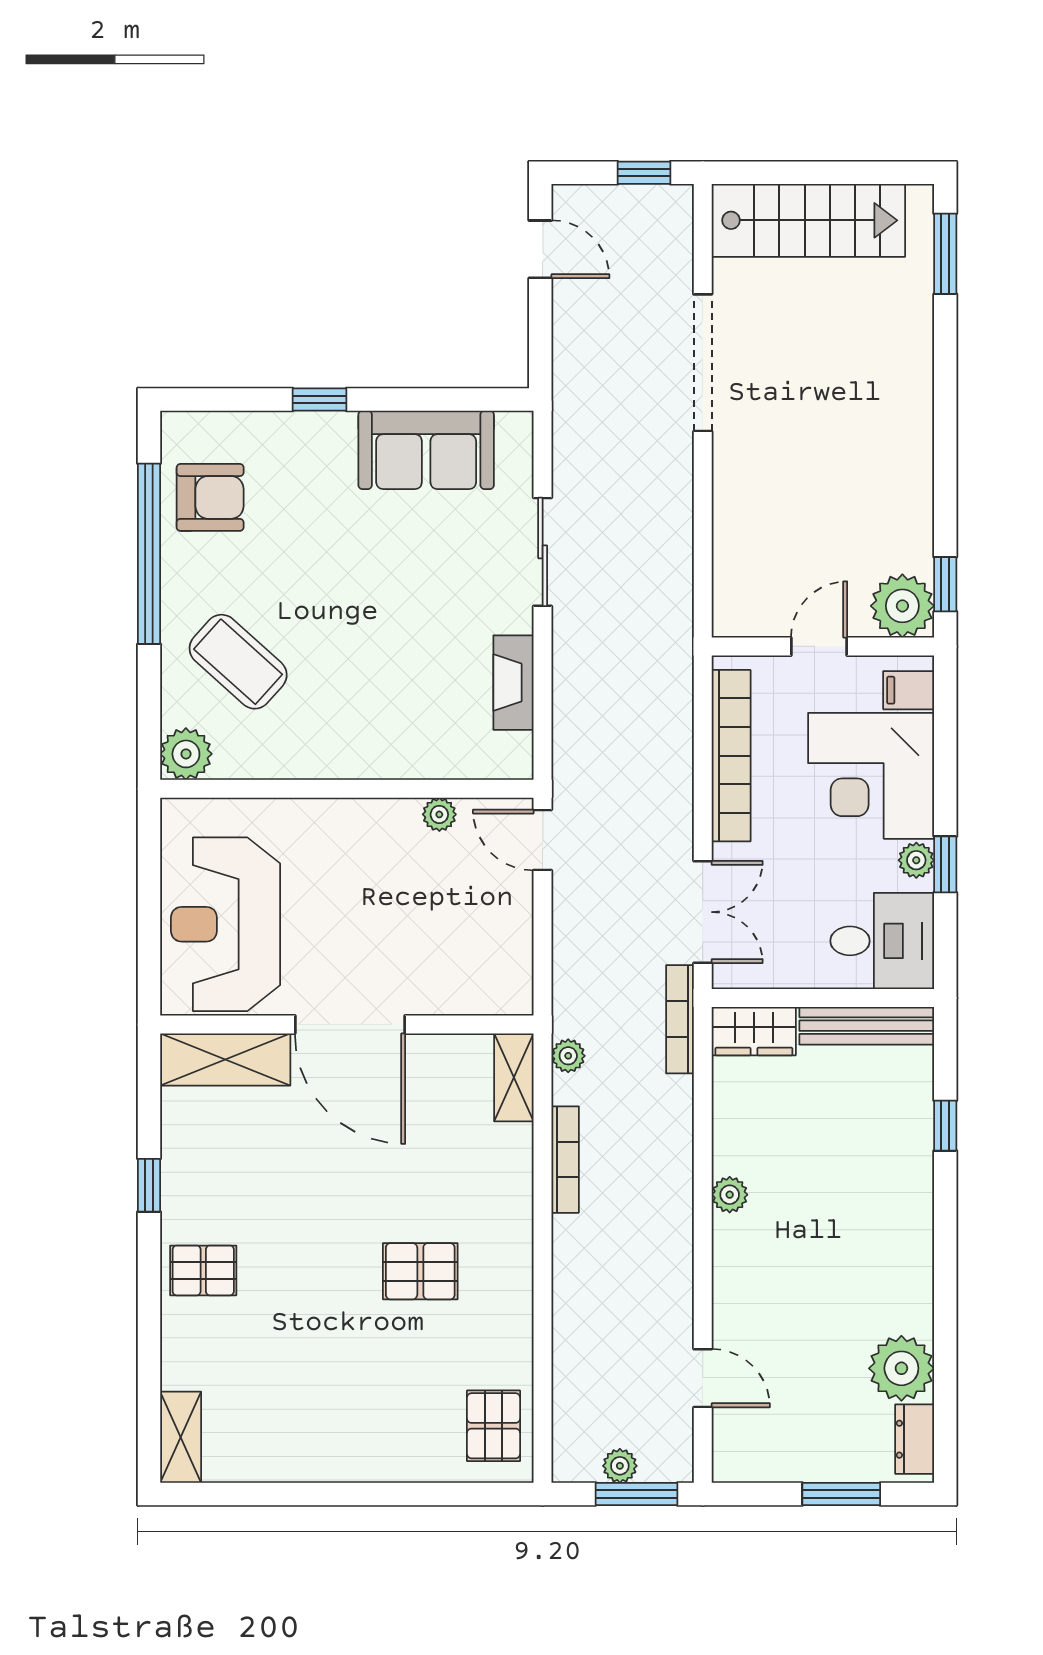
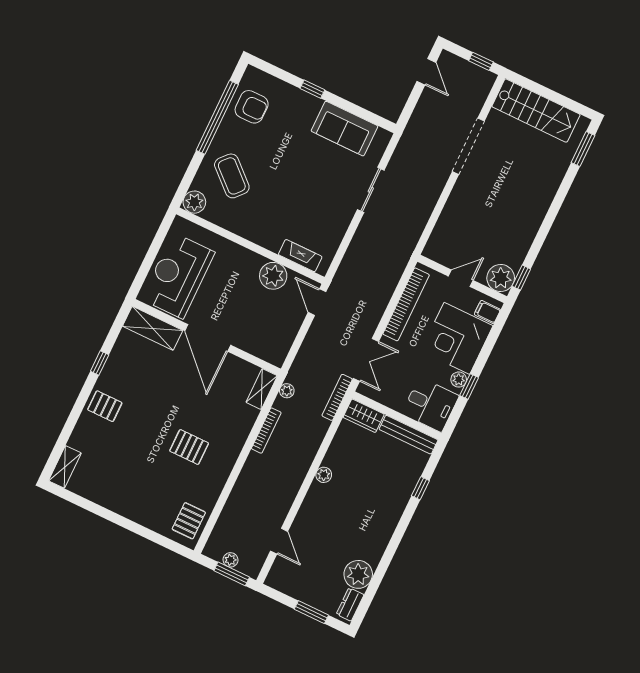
fireplace: (514, 683) -> (300, 256), moved, turned 90
plant: (439, 814) -> (273, 276), width x1.88, depth x1.88

